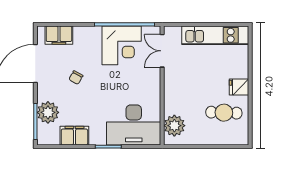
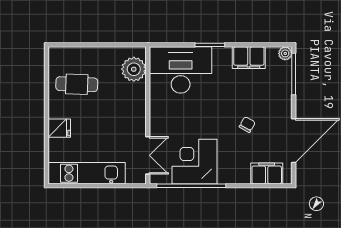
fridge: (239, 87) -> (59, 128), moved
plant: (48, 112) -> (285, 53), moved, width x0.53, depth x0.53

